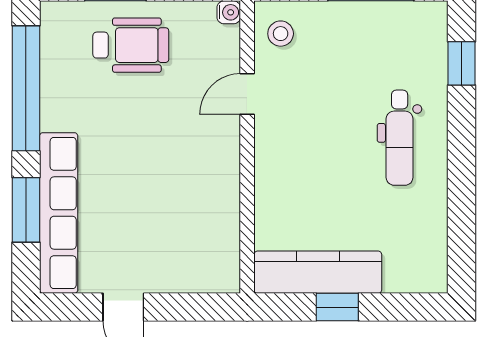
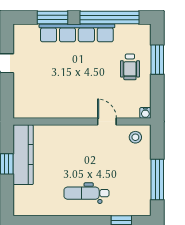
wheelchair: (131, 45) -> (130, 67), width x0.73, depth x0.73
row of seats: (59, 213) -> (77, 33), moved

